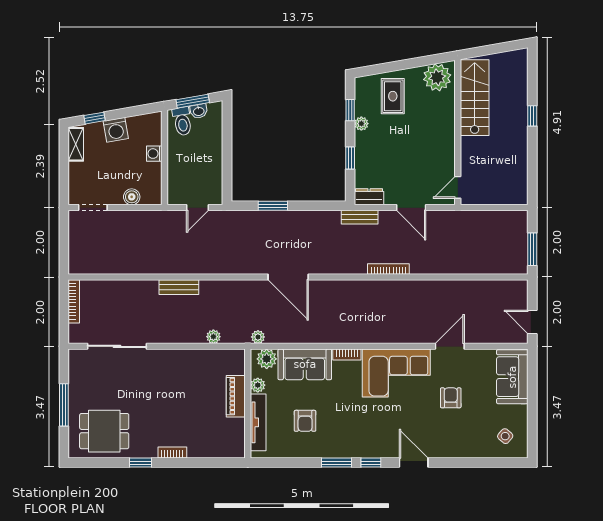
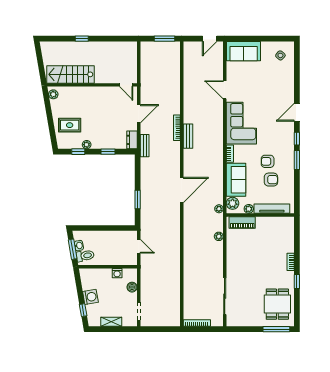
plant: (437, 77) -> (53, 94), width x0.53, depth x0.53
shelving: (76, 144) -> (111, 322), moved
washing machine: (154, 154) -> (117, 273), moved
bench: (179, 287) -> (188, 136), moved
piano: (236, 396) -> (242, 222), moved
armchair: (451, 398) -> (268, 161), moved
window: (64, 405) -> (276, 329), moved

